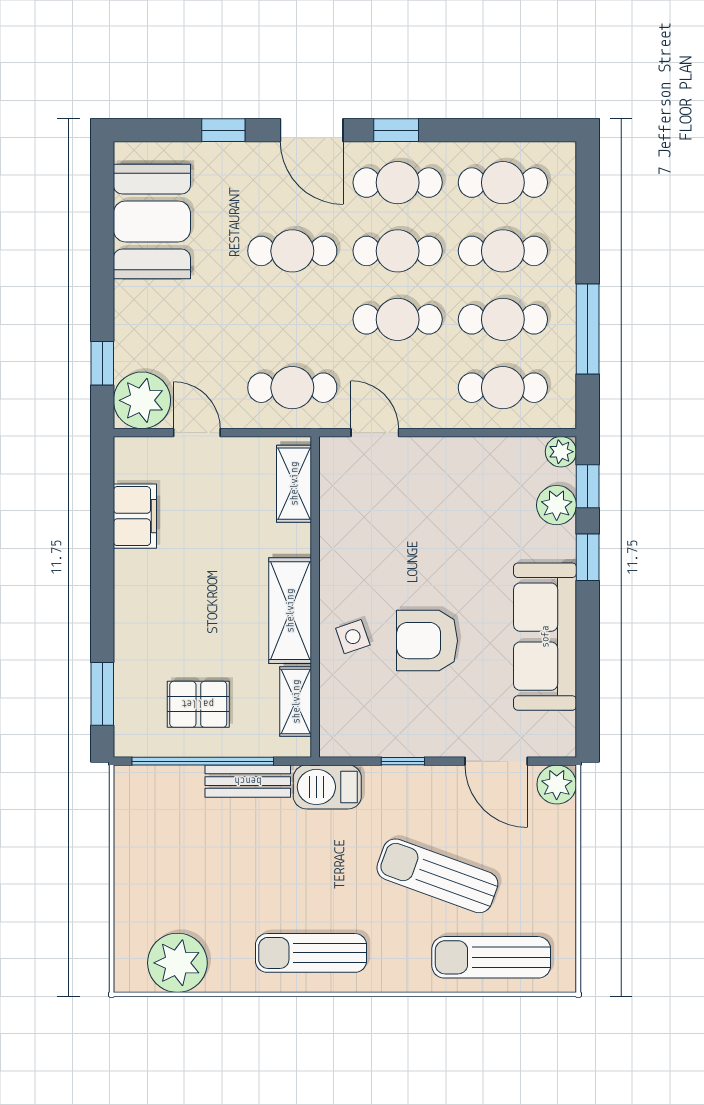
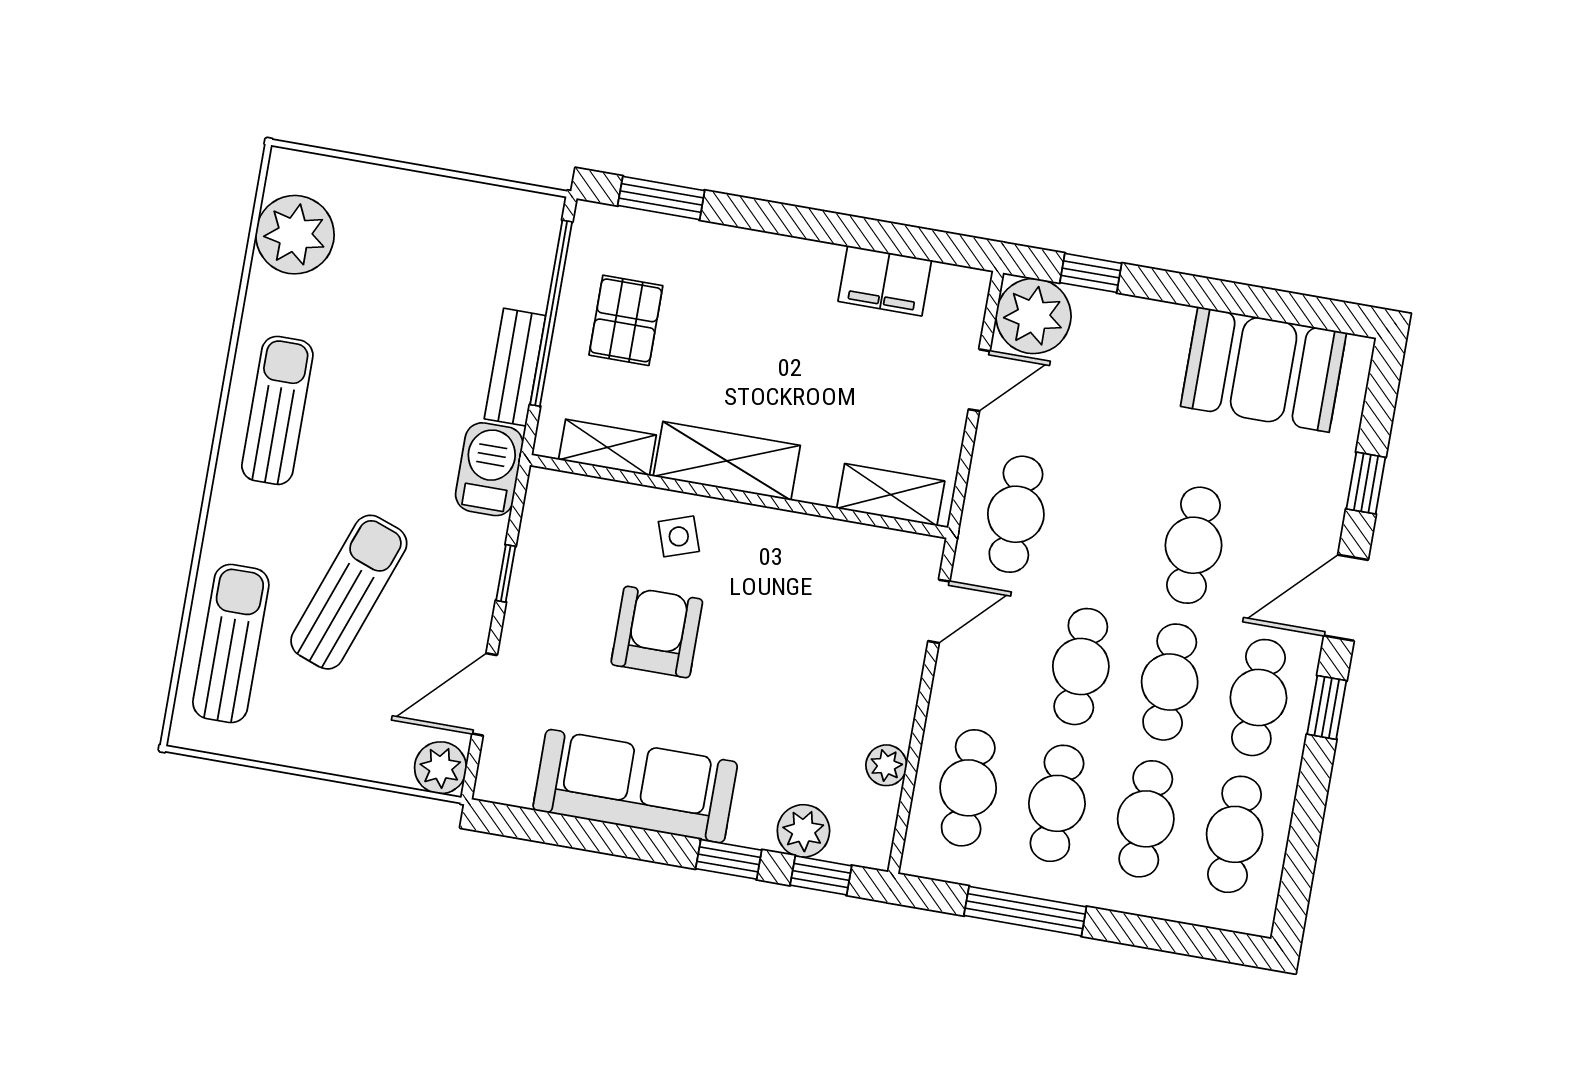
plant: (561, 452) -> (886, 765), moved

